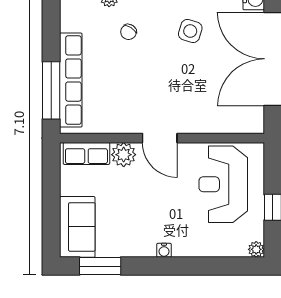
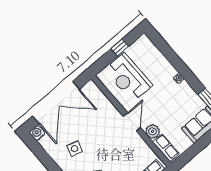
reception desk: (223, 184) -> (128, 78), turned 90
plant: (256, 249) -> (144, 39), removed

